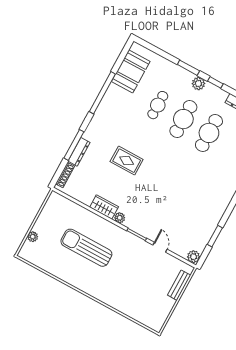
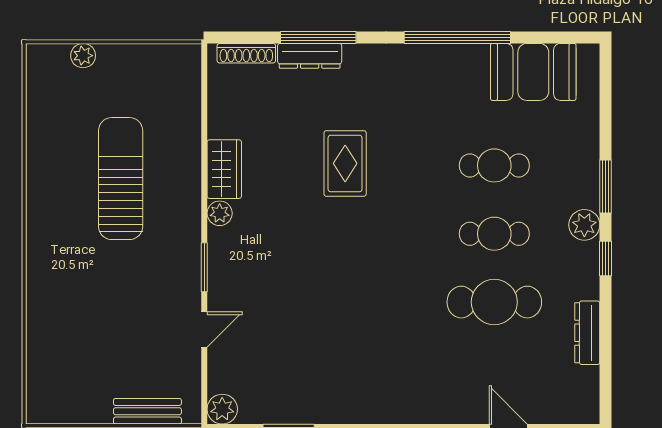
cafe table: (183, 119) -> (494, 234), width x0.73, depth x0.74

